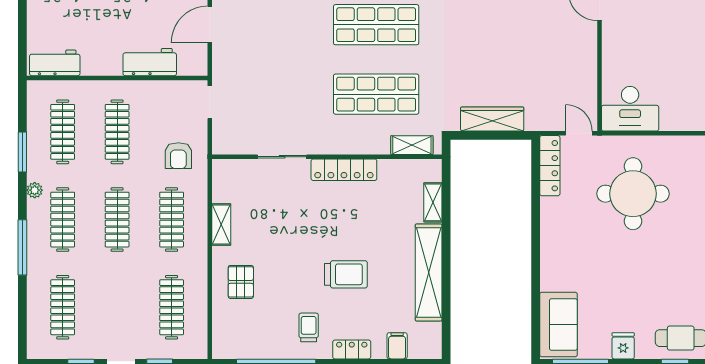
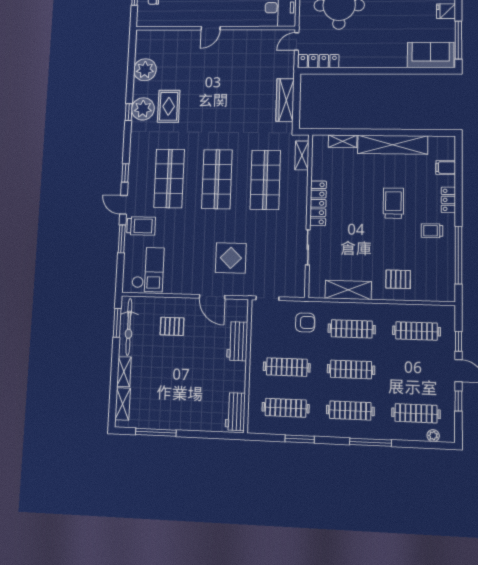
display table: (265, 49) -> (231, 258), added
plant: (35, 190) -> (433, 436), moved
shelving: (221, 225) -> (348, 290), width x1.50, depth x1.33

